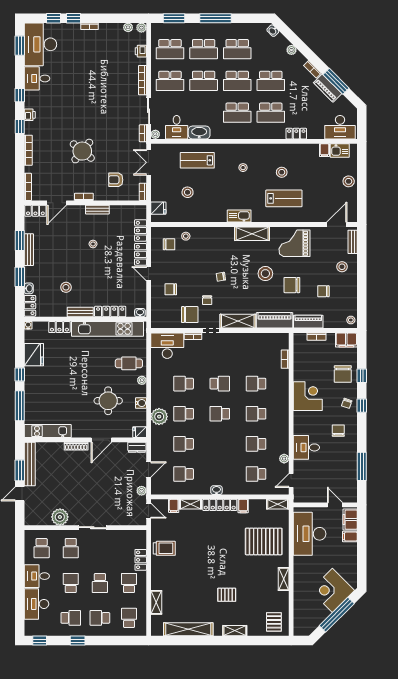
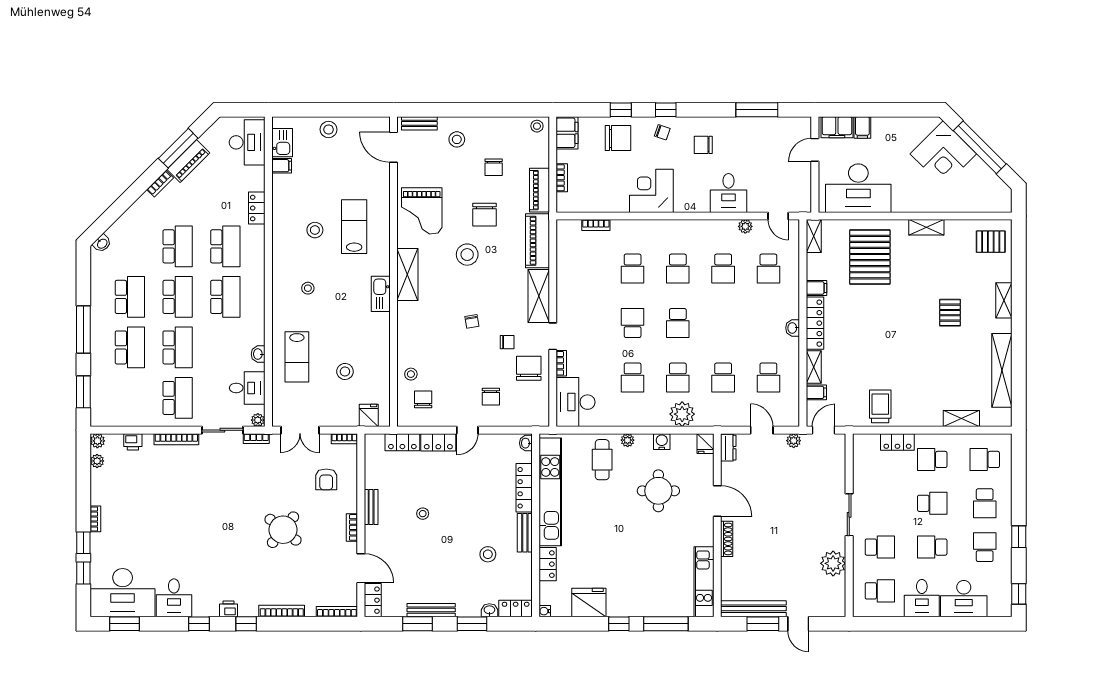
school desk: (170, 49) -> (130, 398), removed
plant: (291, 50) -> (131, 215), removed
washbasin: (199, 132) -> (258, 354), width x0.52, depth x0.69

